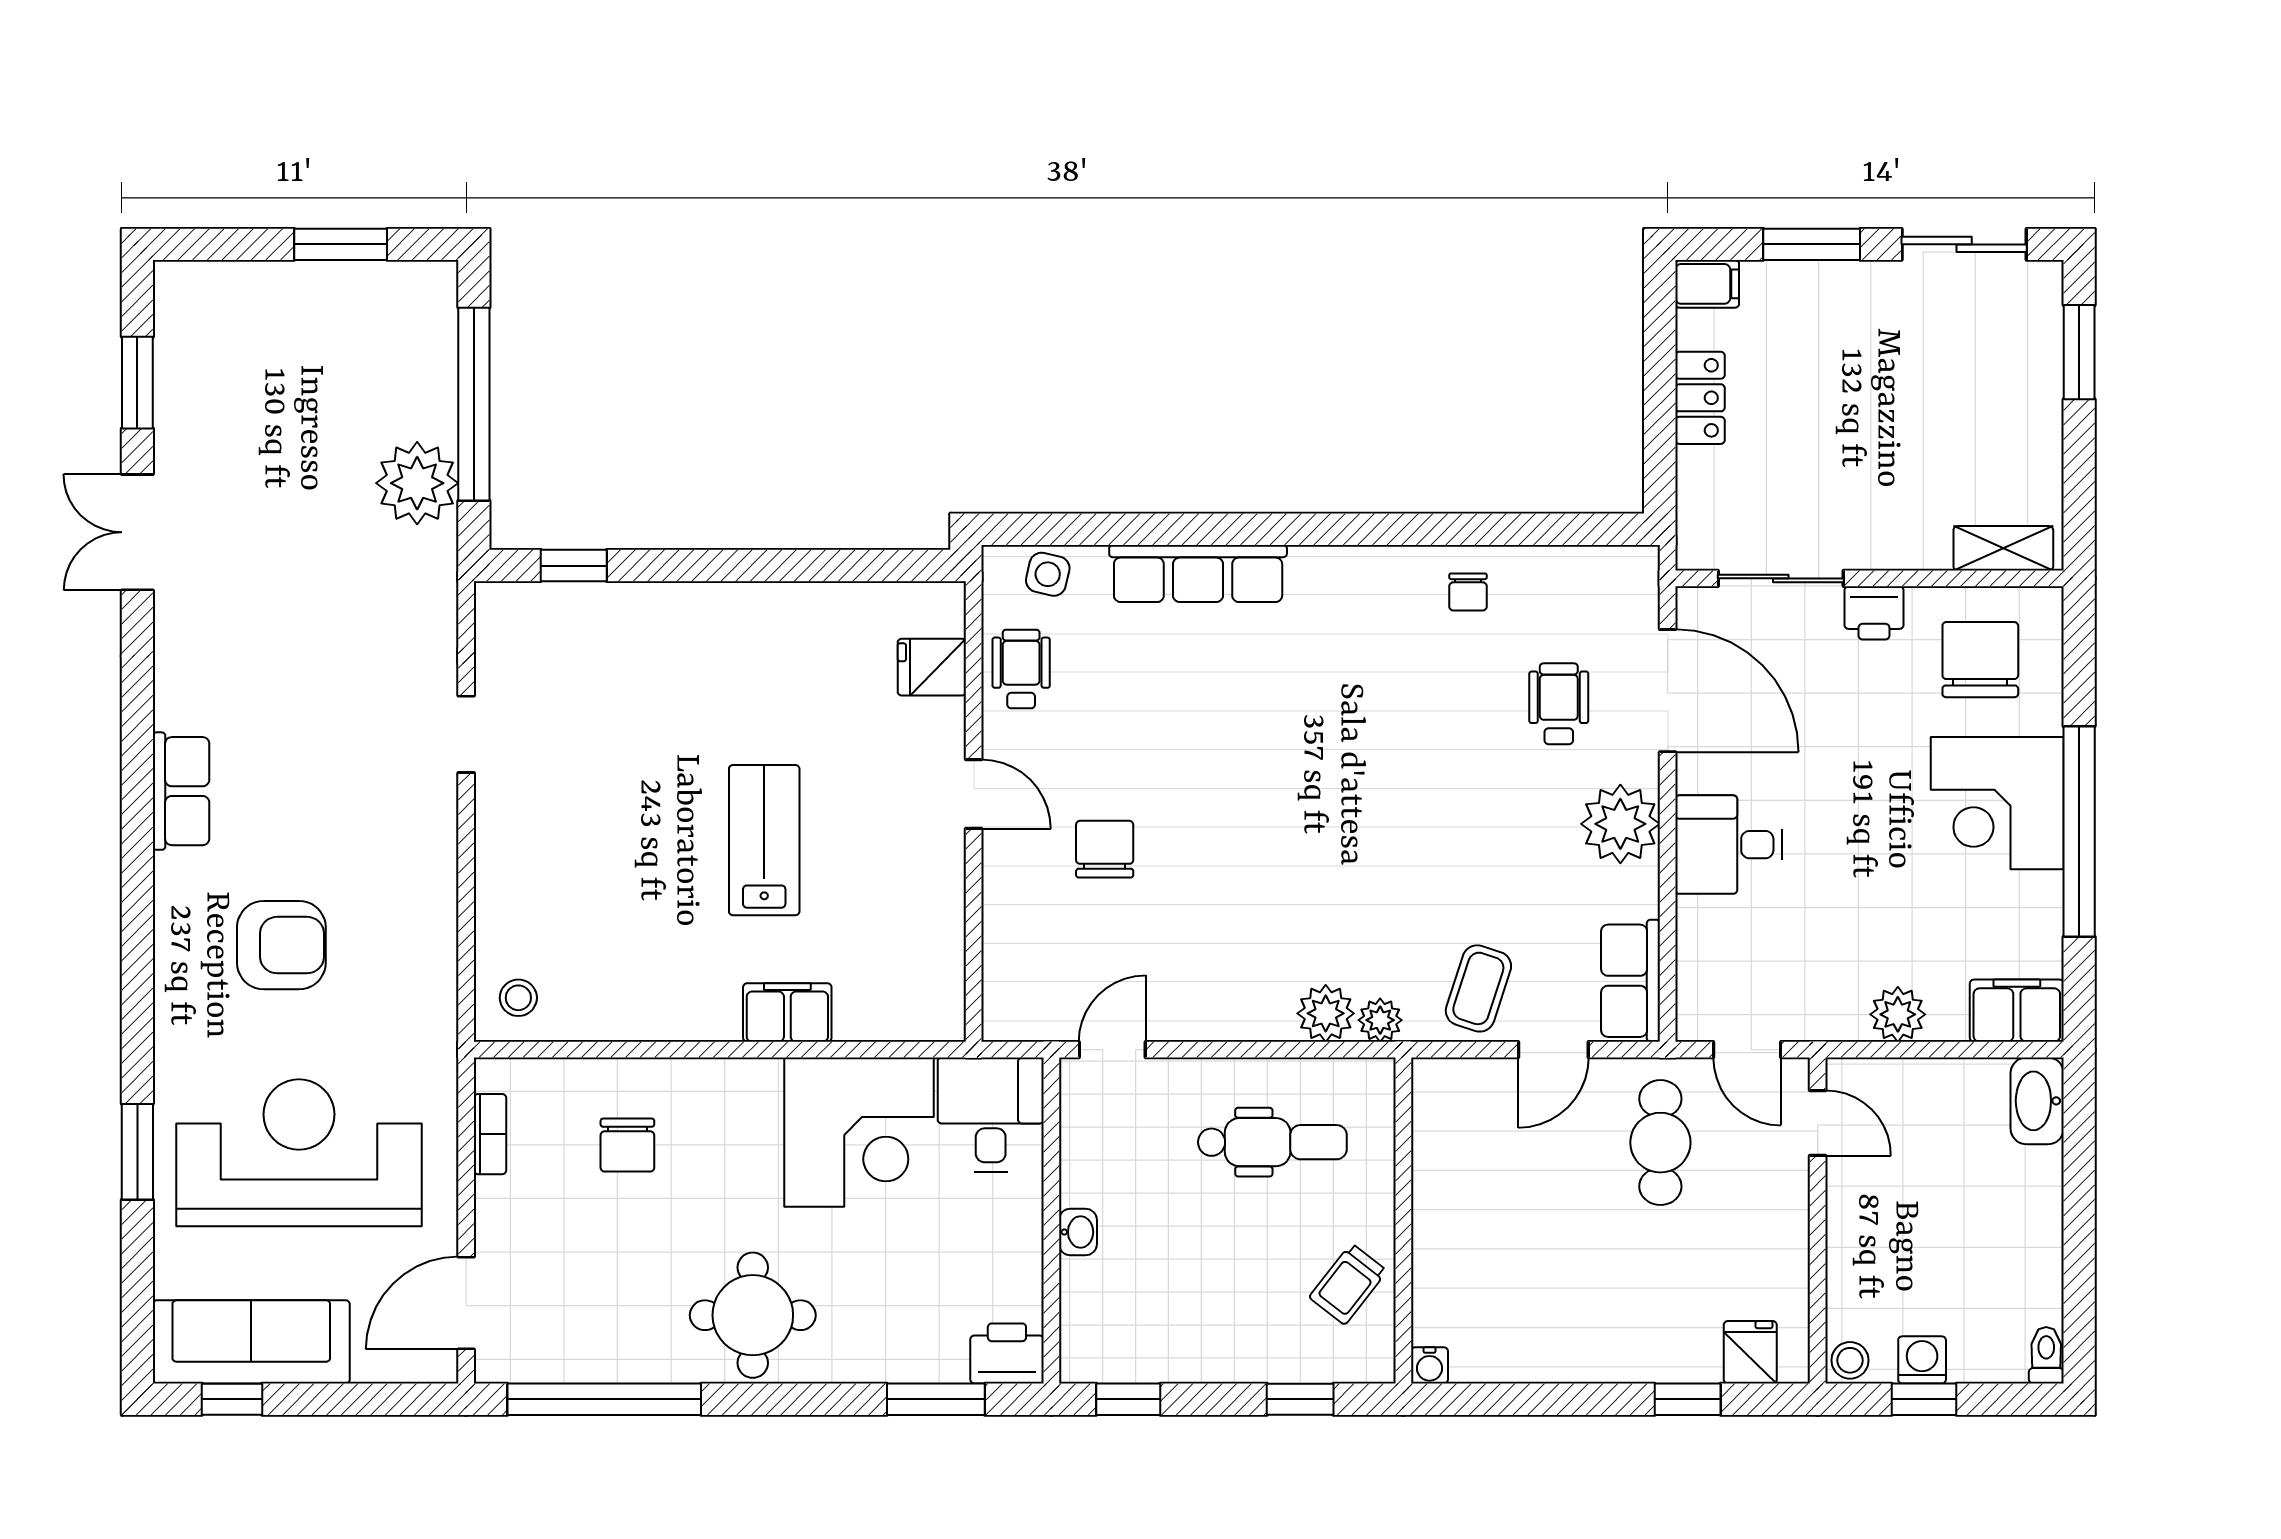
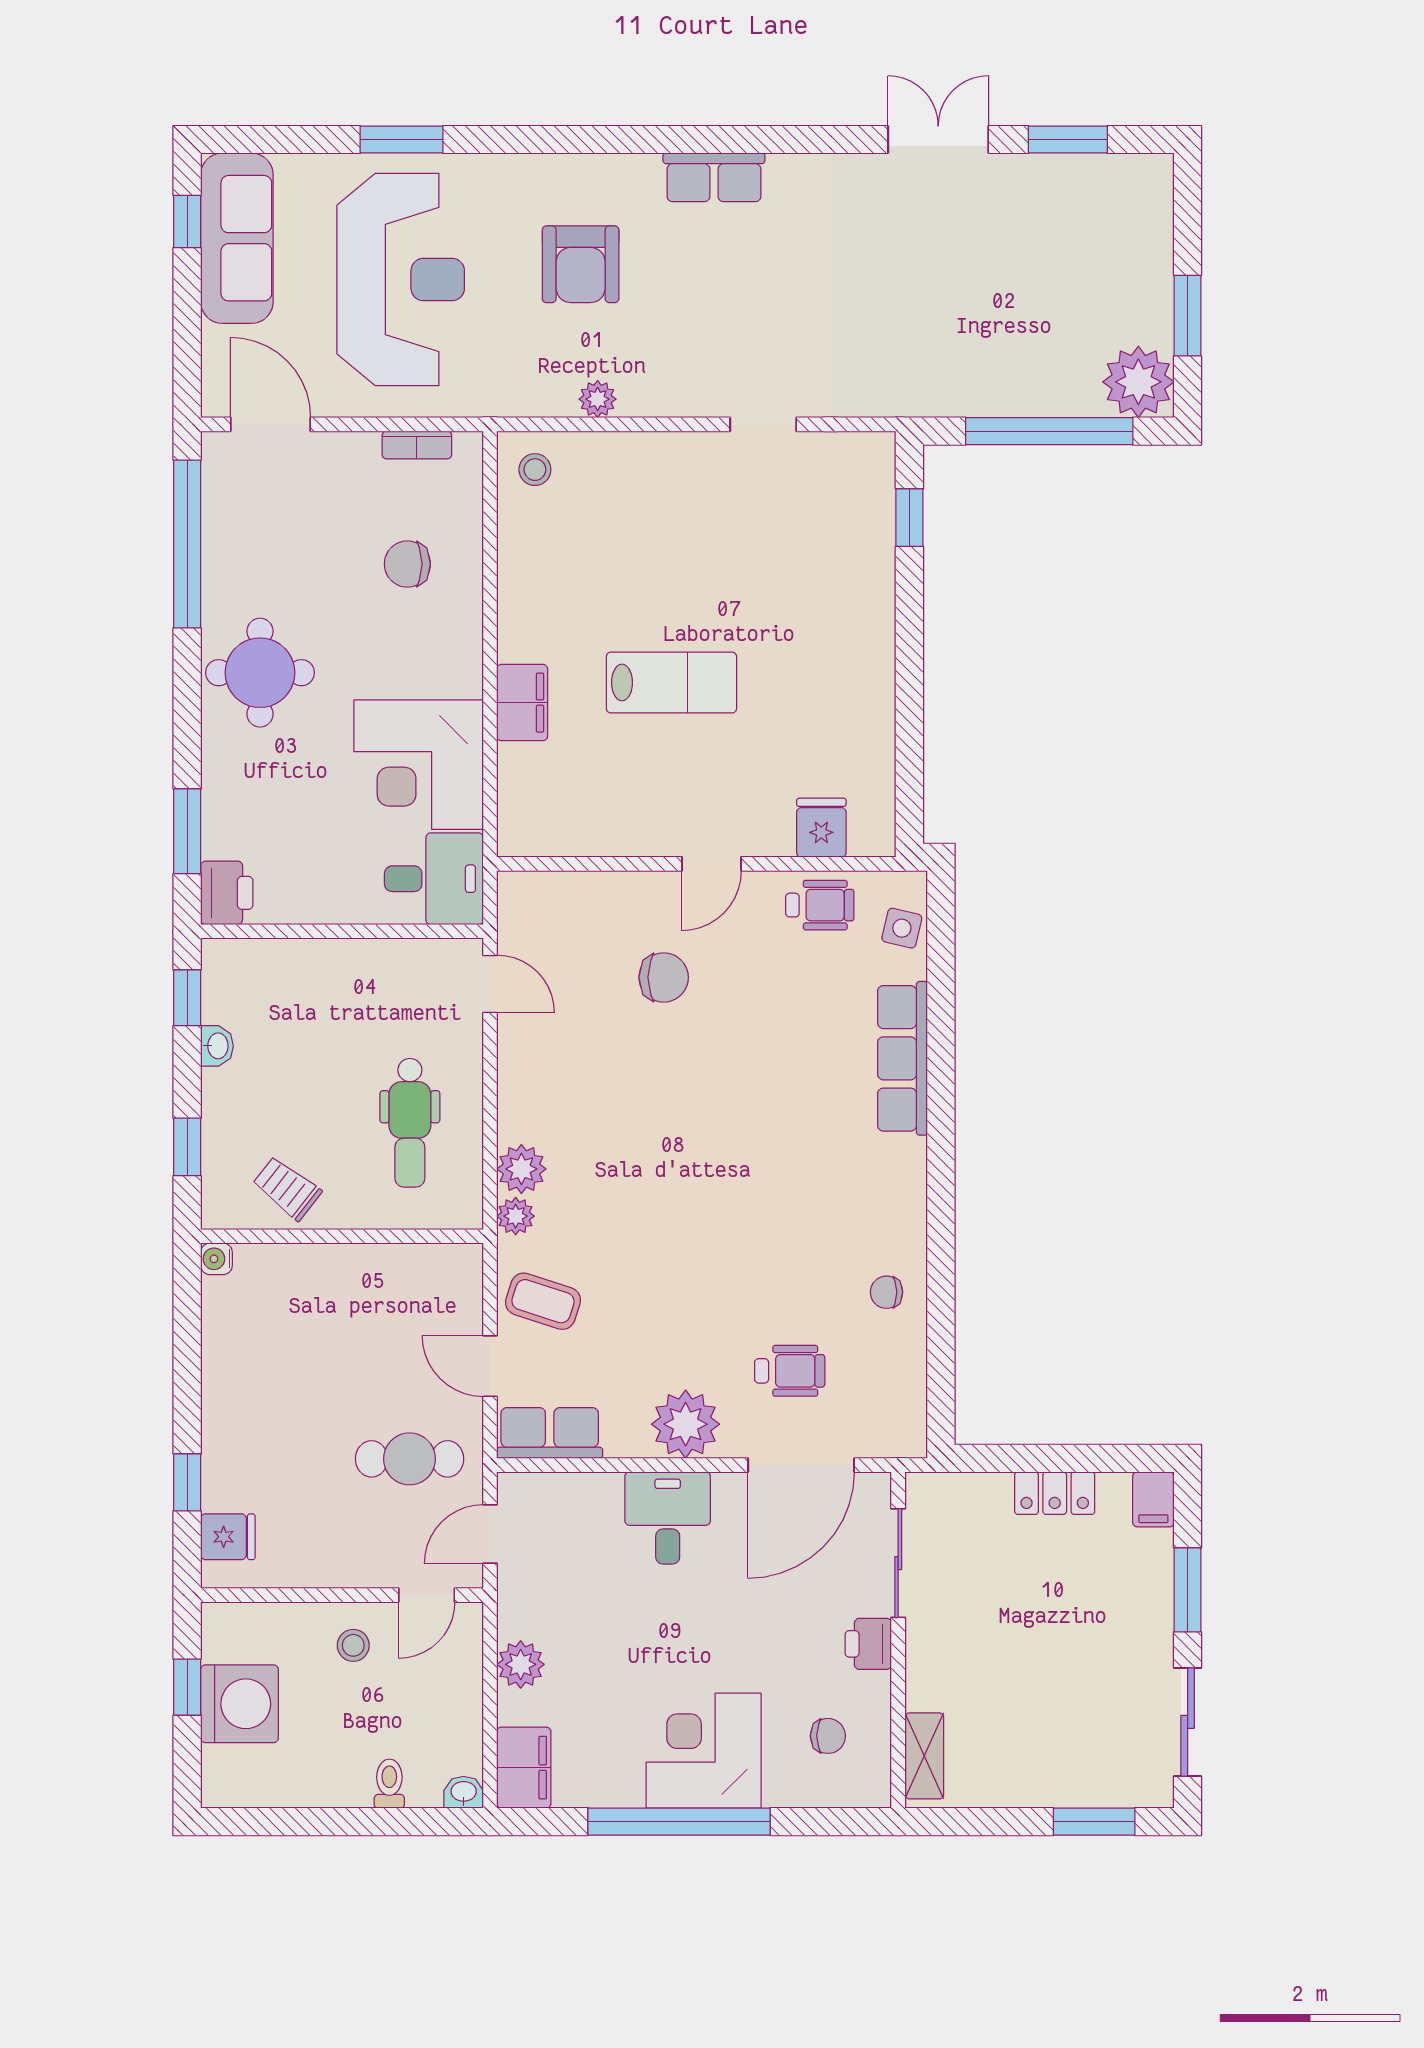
plant: (417, 483) -> (1138, 382), moved
chair: (1980, 660) -> (828, 1736), width x0.54, depth x0.54
plant: (437, 926) -> (598, 399), added
washbasin: (2037, 1101) -> (464, 1792), width x0.52, depth x0.69
washbasin: (1078, 1232) -> (217, 1046), moved, turned -90
toilet: (2046, 1355) -> (389, 1784), moved, turned -90
stool: (1850, 1360) -> (353, 1645), moved
washing machine: (1922, 1360) -> (239, 1704), width x1.89, depth x1.89

